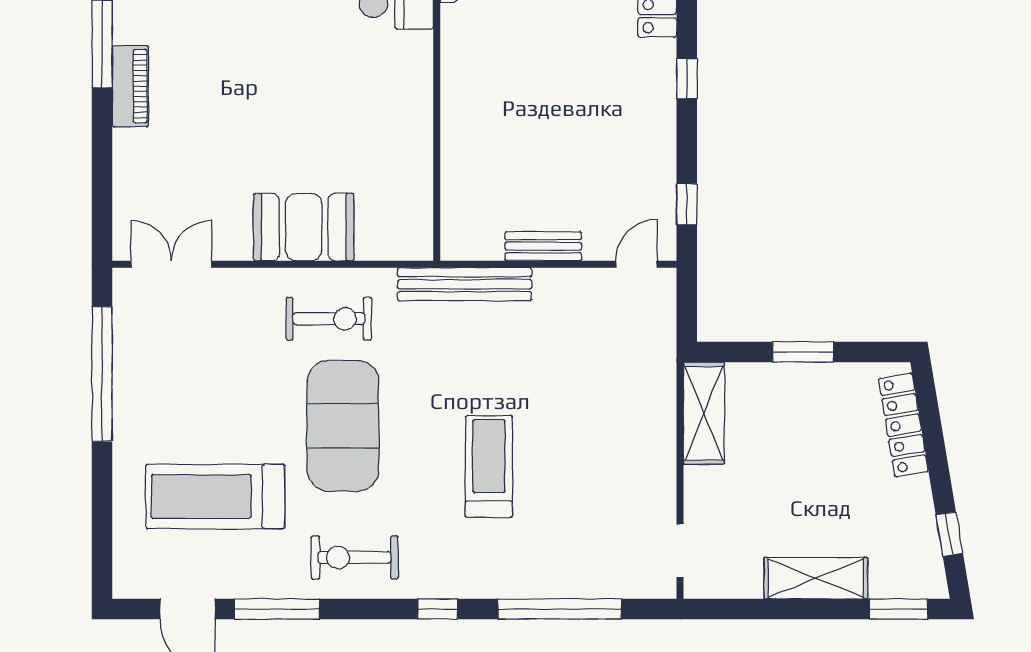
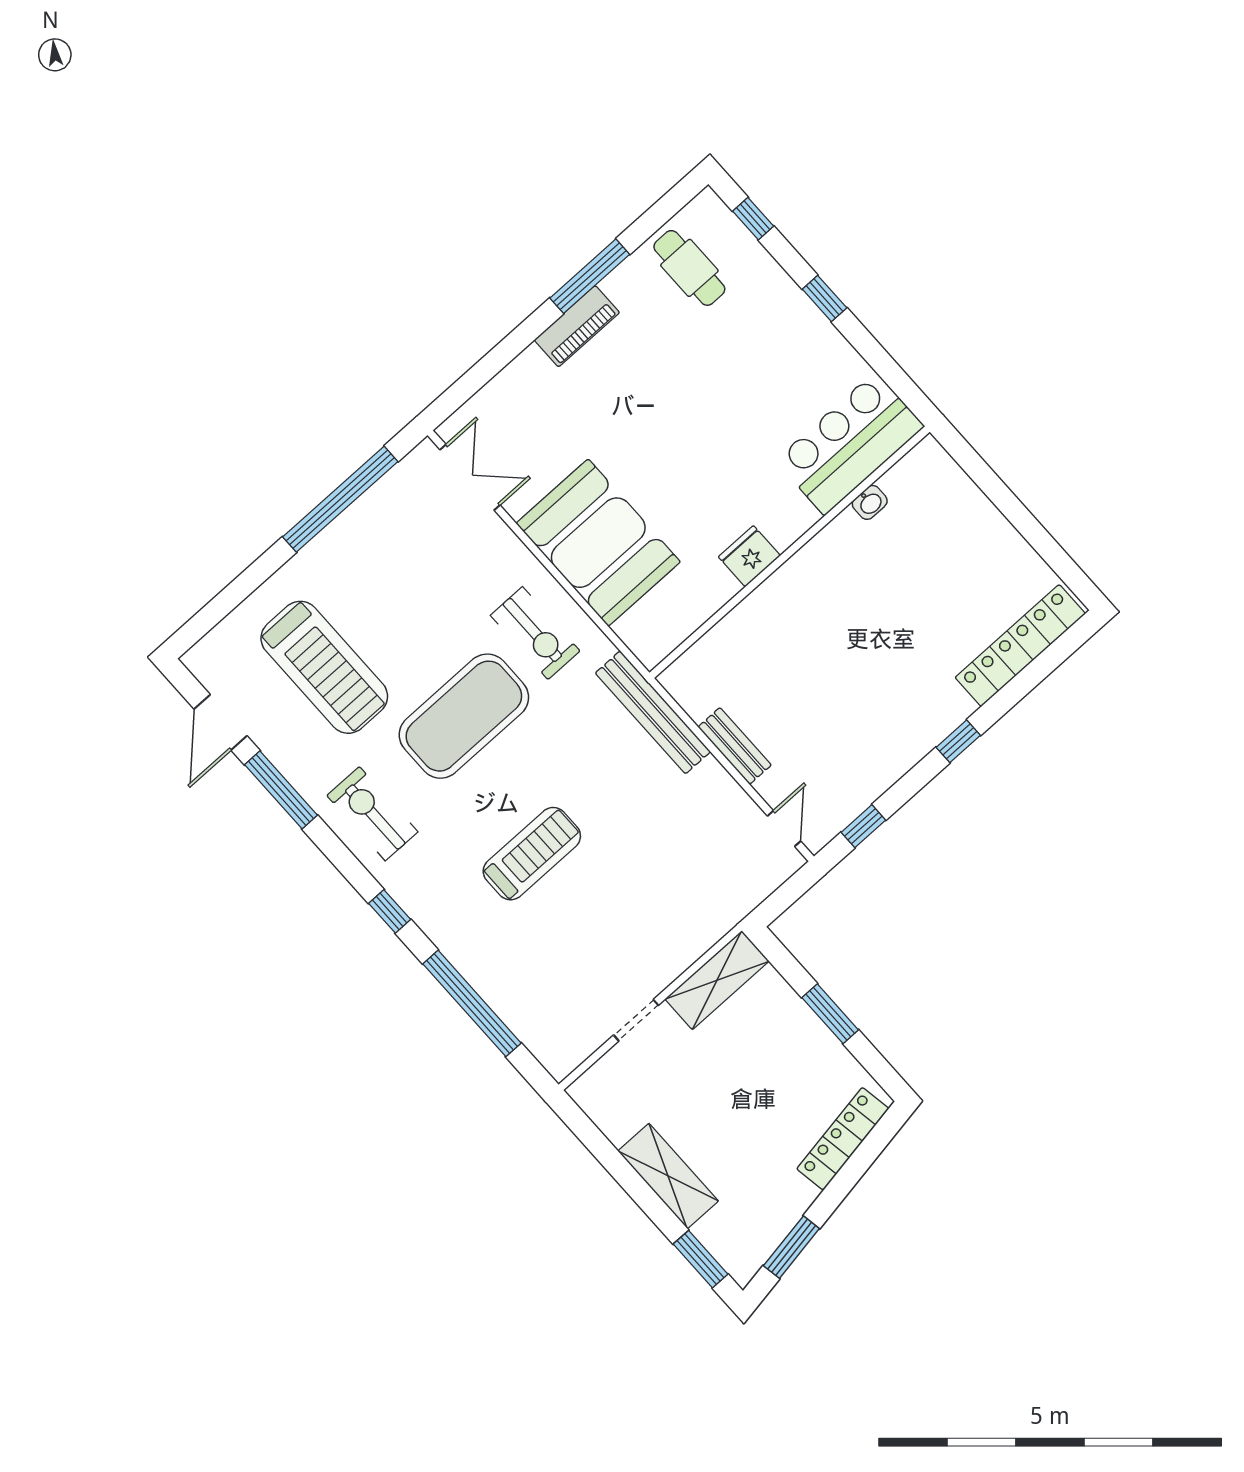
fridge: (413, 111) -> (749, 556), added
booth: (304, 227) -> (598, 543), width x1.36, depth x1.42
door: (636, 264) -> (784, 829), hinge flipped
treadmill: (215, 496) -> (324, 667), turned 180
window: (949, 534) -> (791, 1247), width x1.50
doorway: (680, 551) -> (636, 1020), moved

